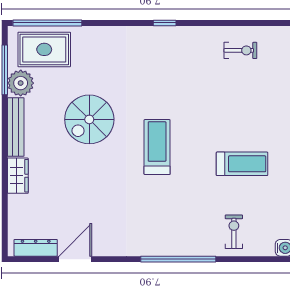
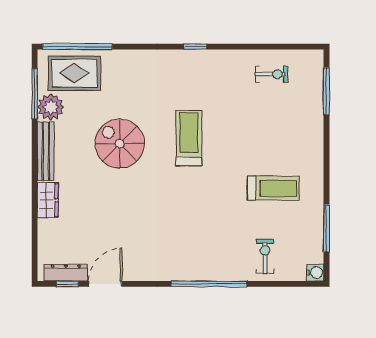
spiral stairs: (89, 119) -> (120, 144), turned 90
treadmill: (157, 147) -> (189, 138), moved
window: (37, 259) -> (67, 284), added

